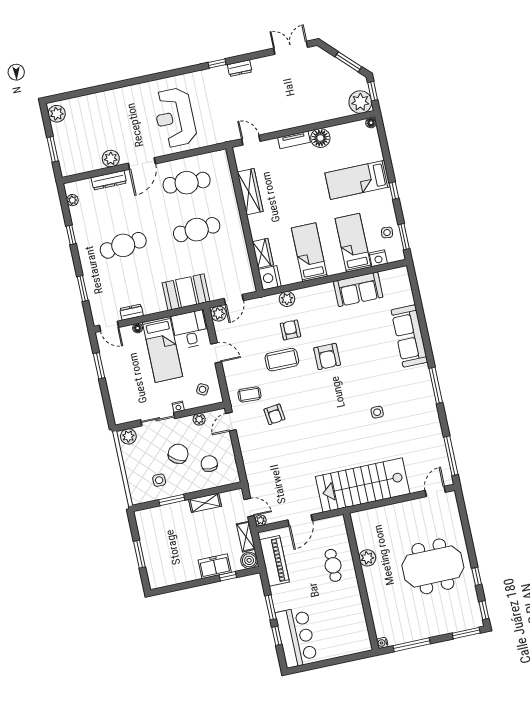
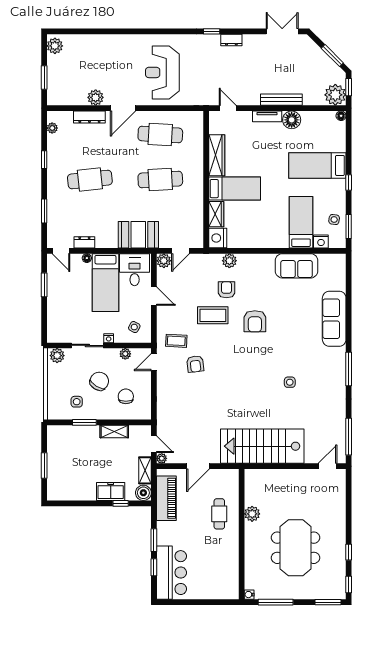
bench: (305, 119) -> (281, 100), added
bed: (309, 252) -> (235, 189), moved, turned 90
meeting table: (433, 566) -> (296, 548), moved, turned 90

